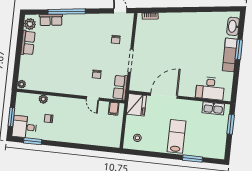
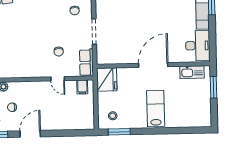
desk: (210, 88) -> (198, 46), moved, turned -90
door: (164, 96) -> (153, 65), moved
door: (62, 144) -> (30, 134), added
window: (192, 159) -> (119, 132), moved

